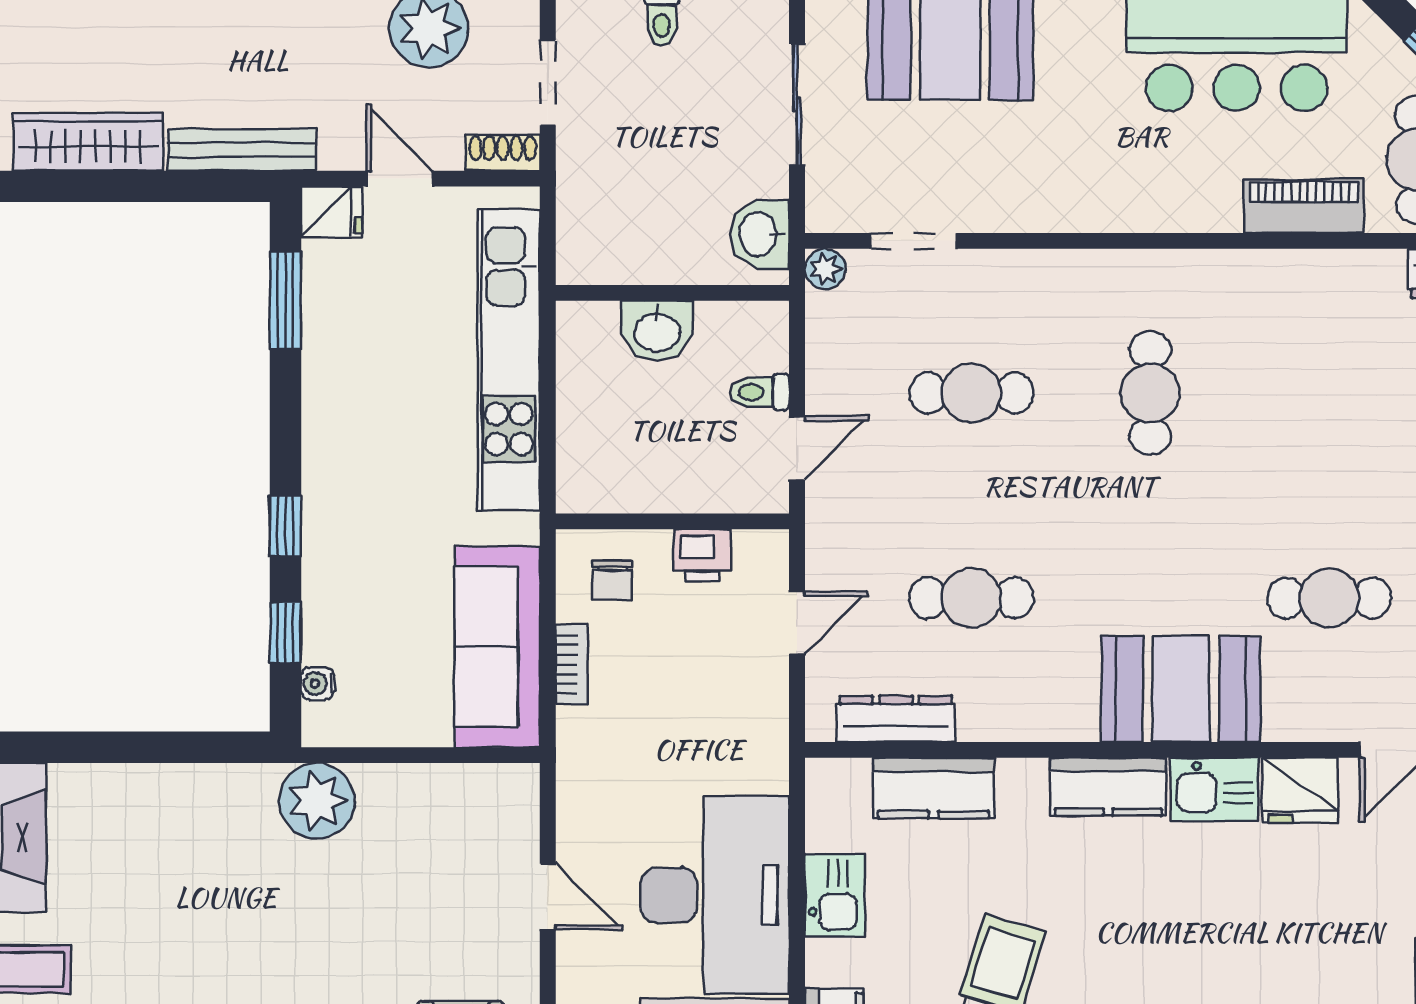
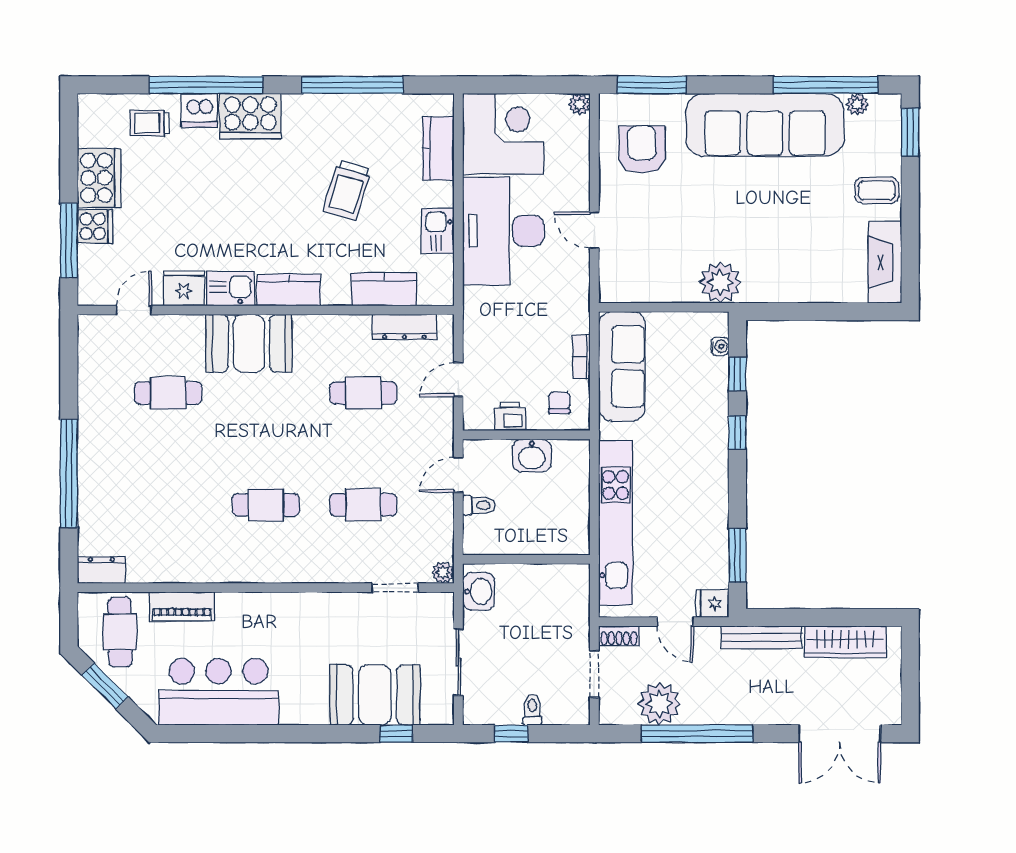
washbasin: (657, 331) -> (532, 456), moved, turned 180
cafe table: (1150, 393) -> (266, 505), turned 90

